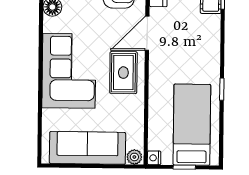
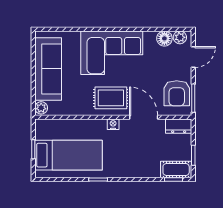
nightstand: (154, 158) -> (113, 124), moved

